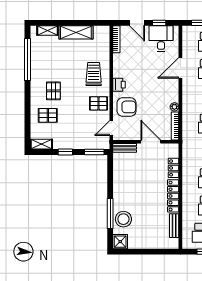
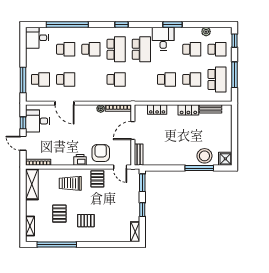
door: (137, 23) -> (23, 143), swing flipped
shelving: (76, 32) -> (32, 184), moved
pallet: (48, 115) -> (59, 214), moved
locker: (173, 196) -> (188, 110), width x0.66

